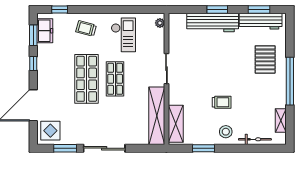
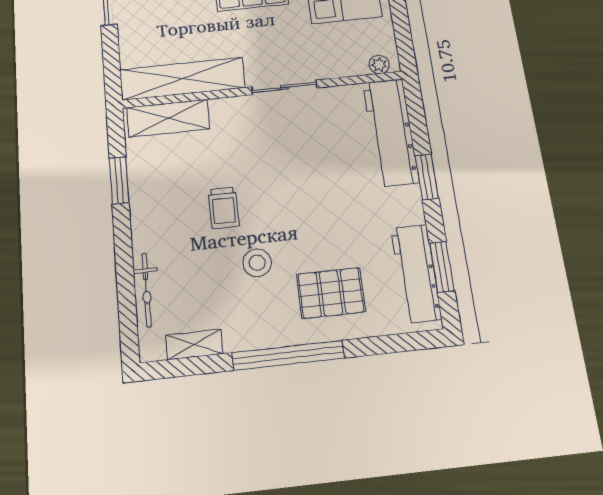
workbench: (213, 23) -> (391, 132), moved
stool: (226, 132) -> (257, 263), moved

